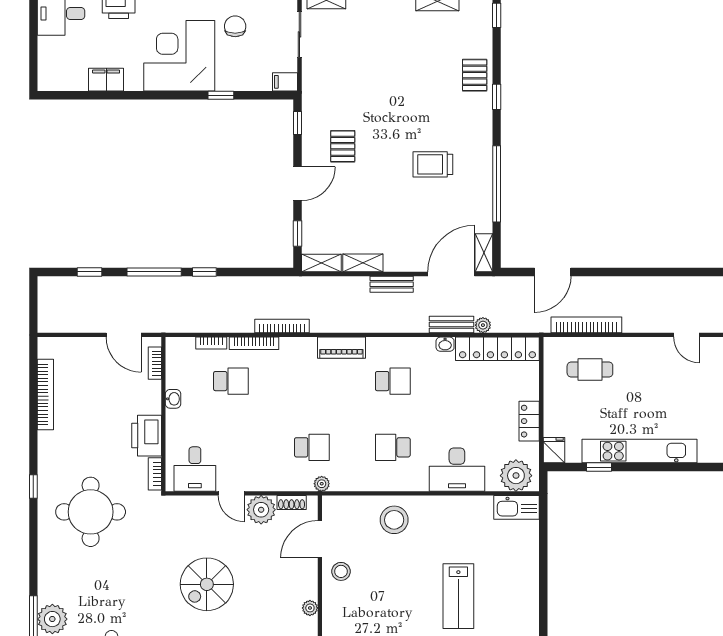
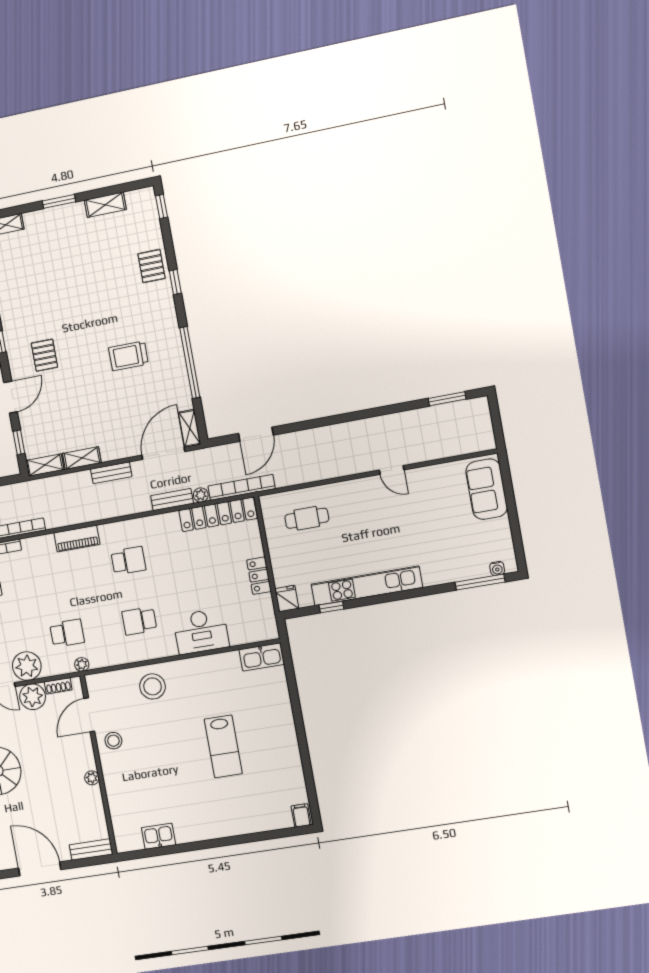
bookcase: (586, 325) -> (242, 487), moved
washbasin: (445, 344) -> (169, 519), removed
plant: (516, 476) -> (27, 666), moved

